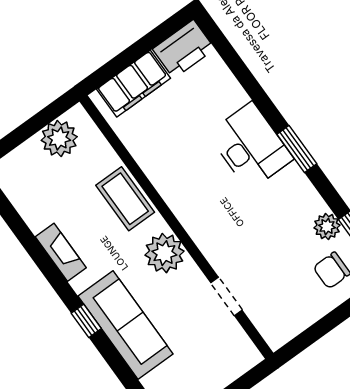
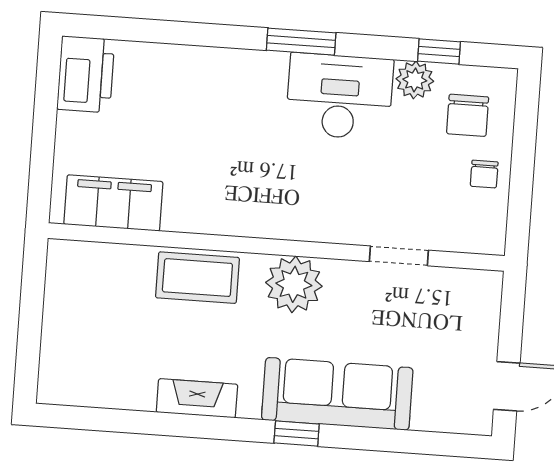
filing cabinet: (133, 84) -> (113, 203), moved, turned -90
plant: (59, 138) -> (70, 295), removed
desk: (251, 146) -> (340, 96), moved
chair: (308, 305) -> (484, 174), added

